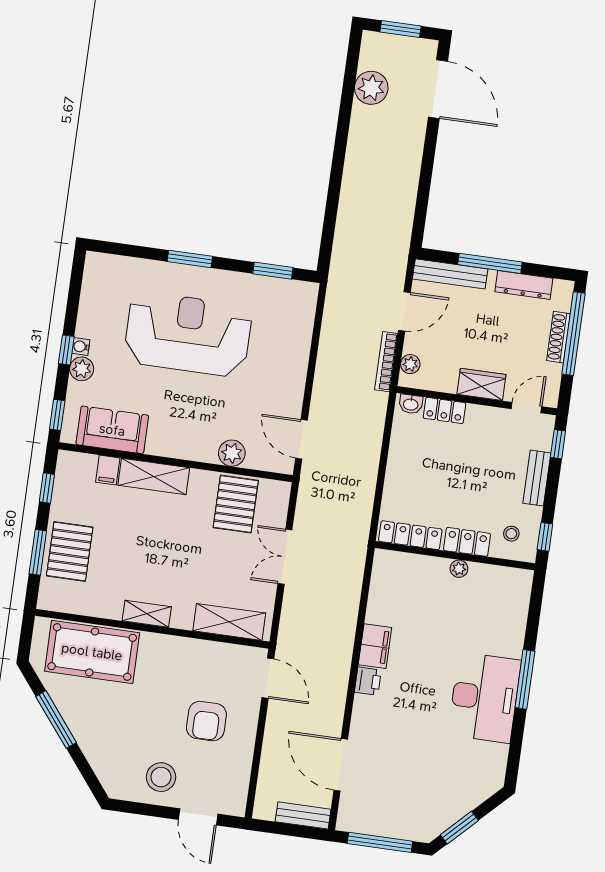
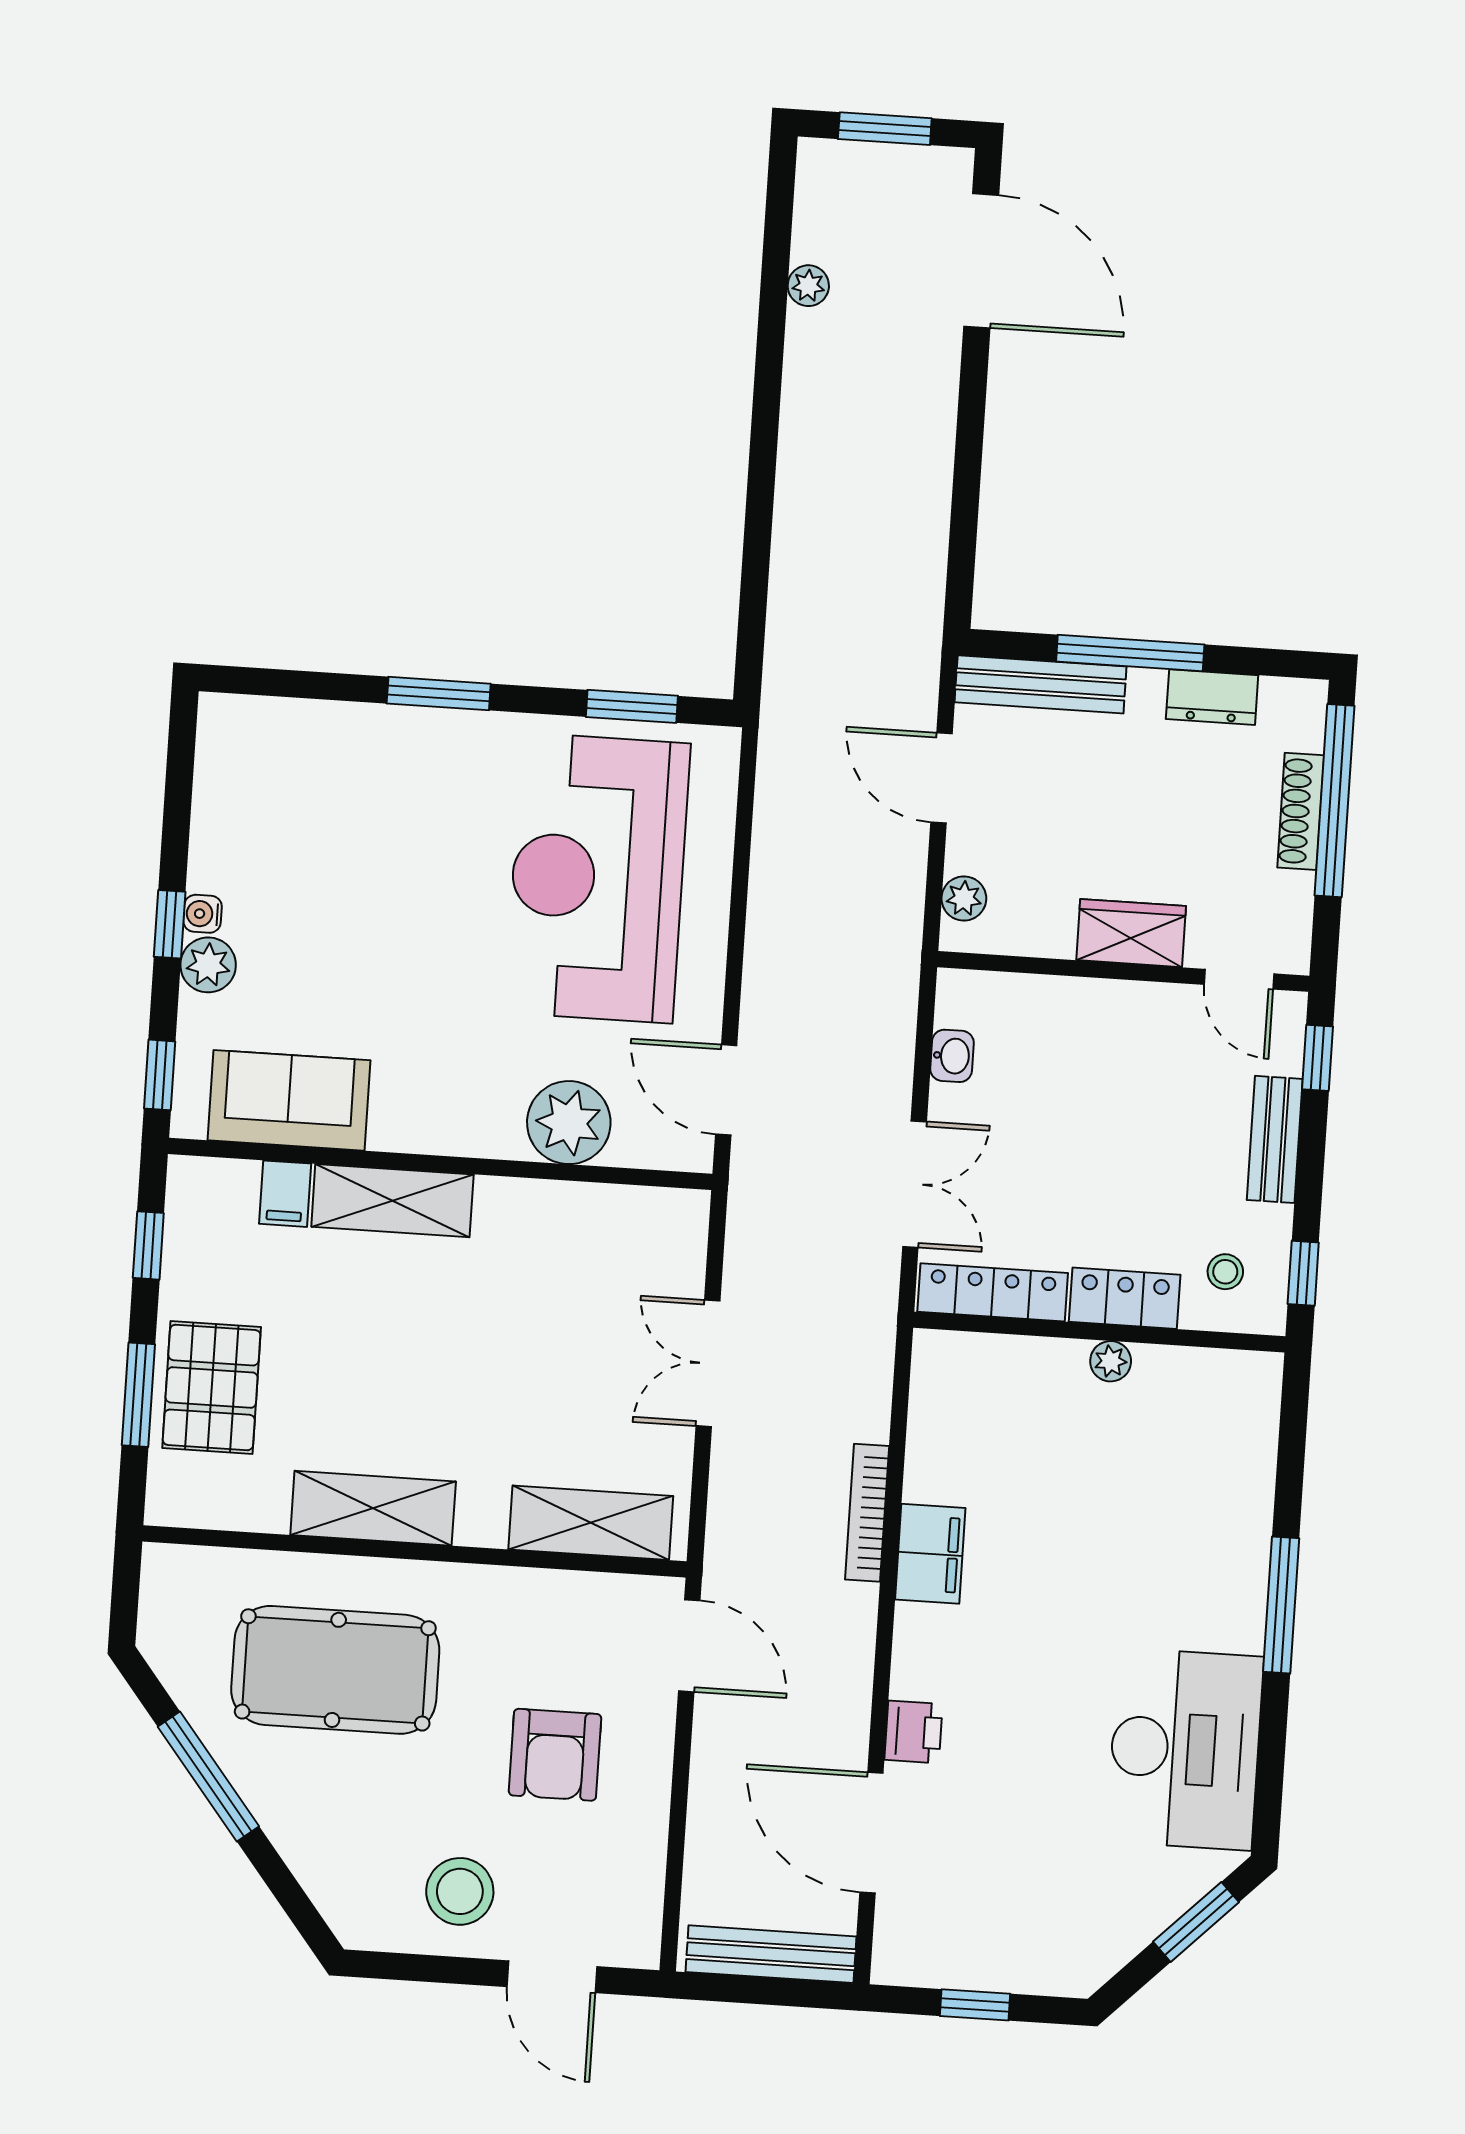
plant: (371, 88) -> (808, 286), width x0.53, depth x0.53
dresser: (524, 285) -> (1212, 697), width x0.70
door: (404, 311) -> (941, 778), swing flipped
reception desk: (188, 334) -> (597, 878), moved, turned -90
bookcase: (386, 362) -> (867, 1513), moved
washbasin: (411, 404) -> (952, 1056), moved, turned -90
door: (527, 408) -> (1239, 979), swing flipped
locker: (444, 410) -> (1050, 1000), removed
plant: (232, 453) -> (569, 1123), width x1.36, depth x1.36
double door: (380, 486) -> (915, 1184), added
pallet: (236, 504) -> (586, 1250), removed
shelving: (147, 614) -> (373, 1508), width x1.50, depth x1.33
pool table: (92, 652) -> (335, 1670), moved
printer: (368, 681) -> (913, 1732), moved
desk: (485, 698) -> (1185, 1749), moved
bench: (303, 815) -> (771, 1954), width x1.36
window: (459, 828) -> (1196, 1922), moved
window: (380, 842) -> (975, 2005), width x0.46

